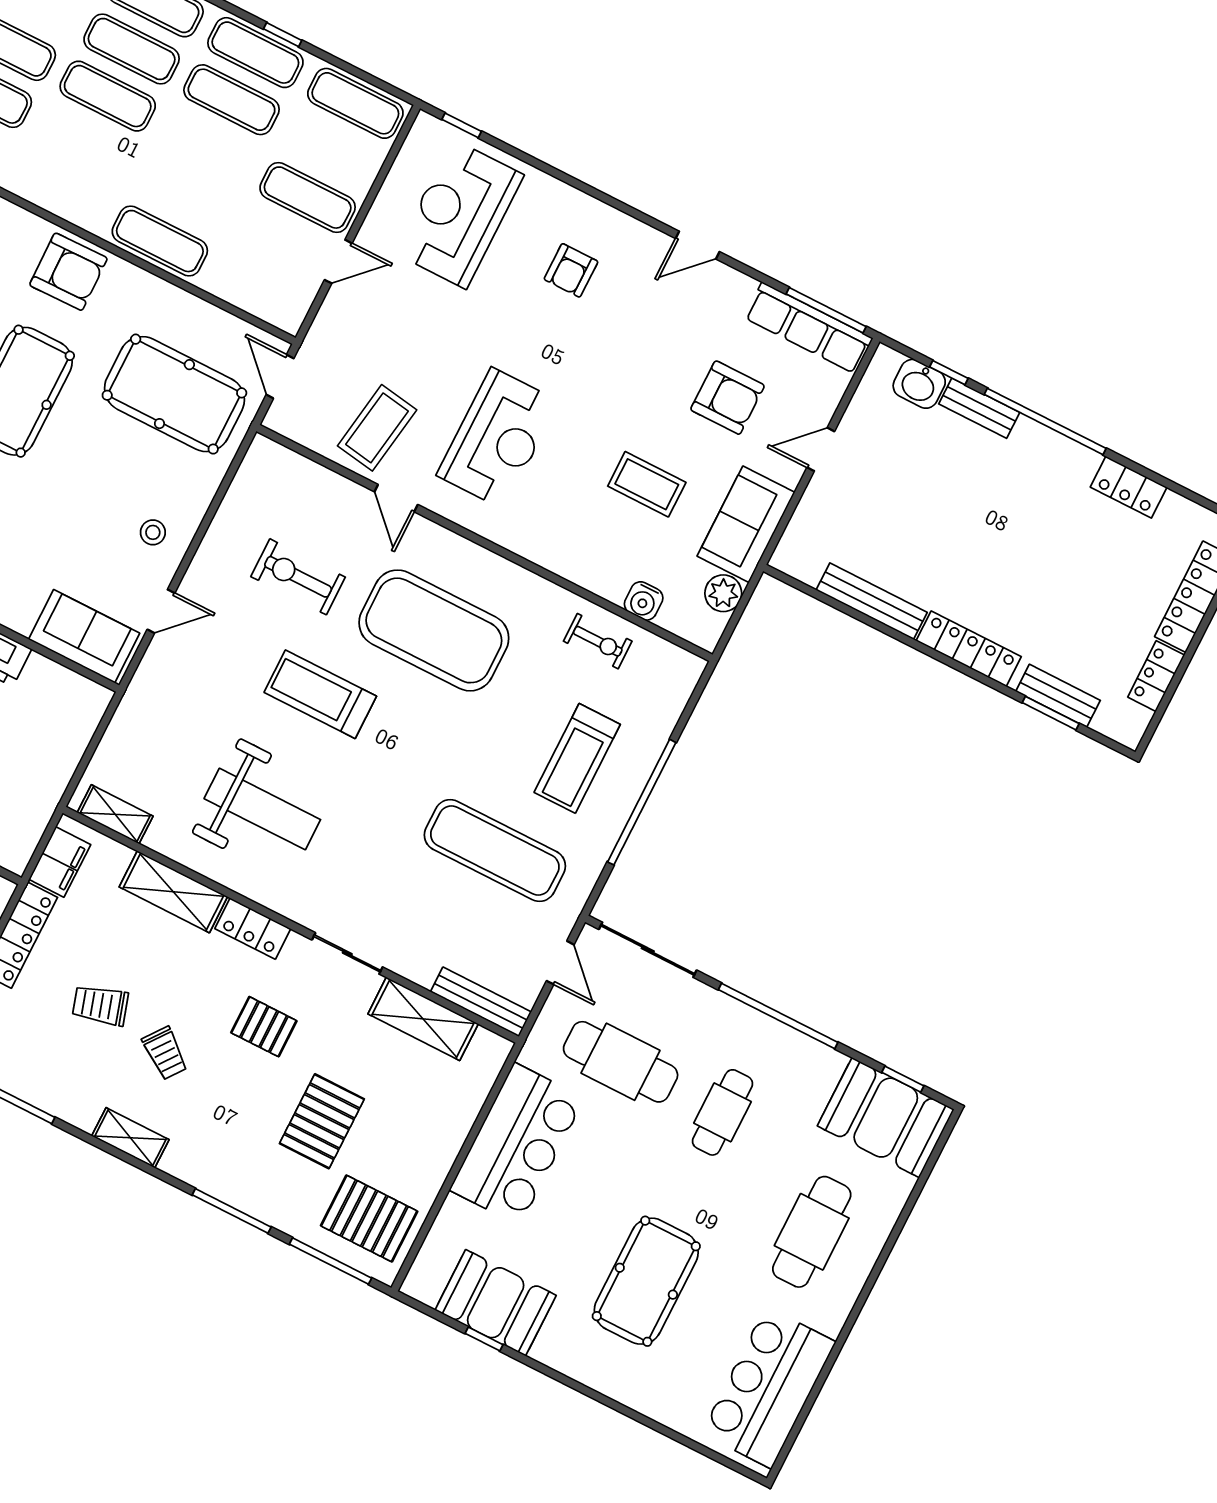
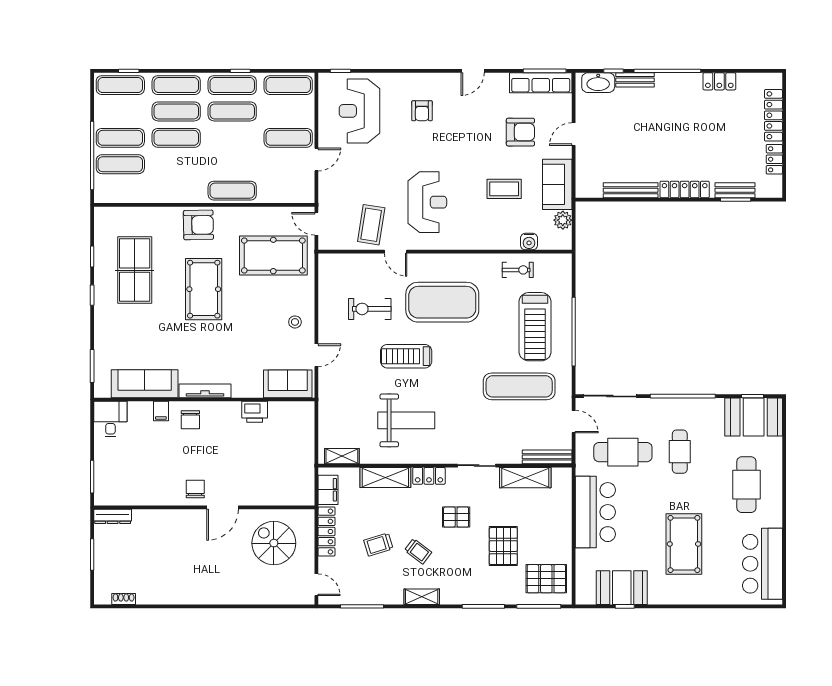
washbasin: (919, 384) -> (598, 83), width x1.38
treadmill: (577, 758) -> (535, 327), width x1.37, depth x1.38

